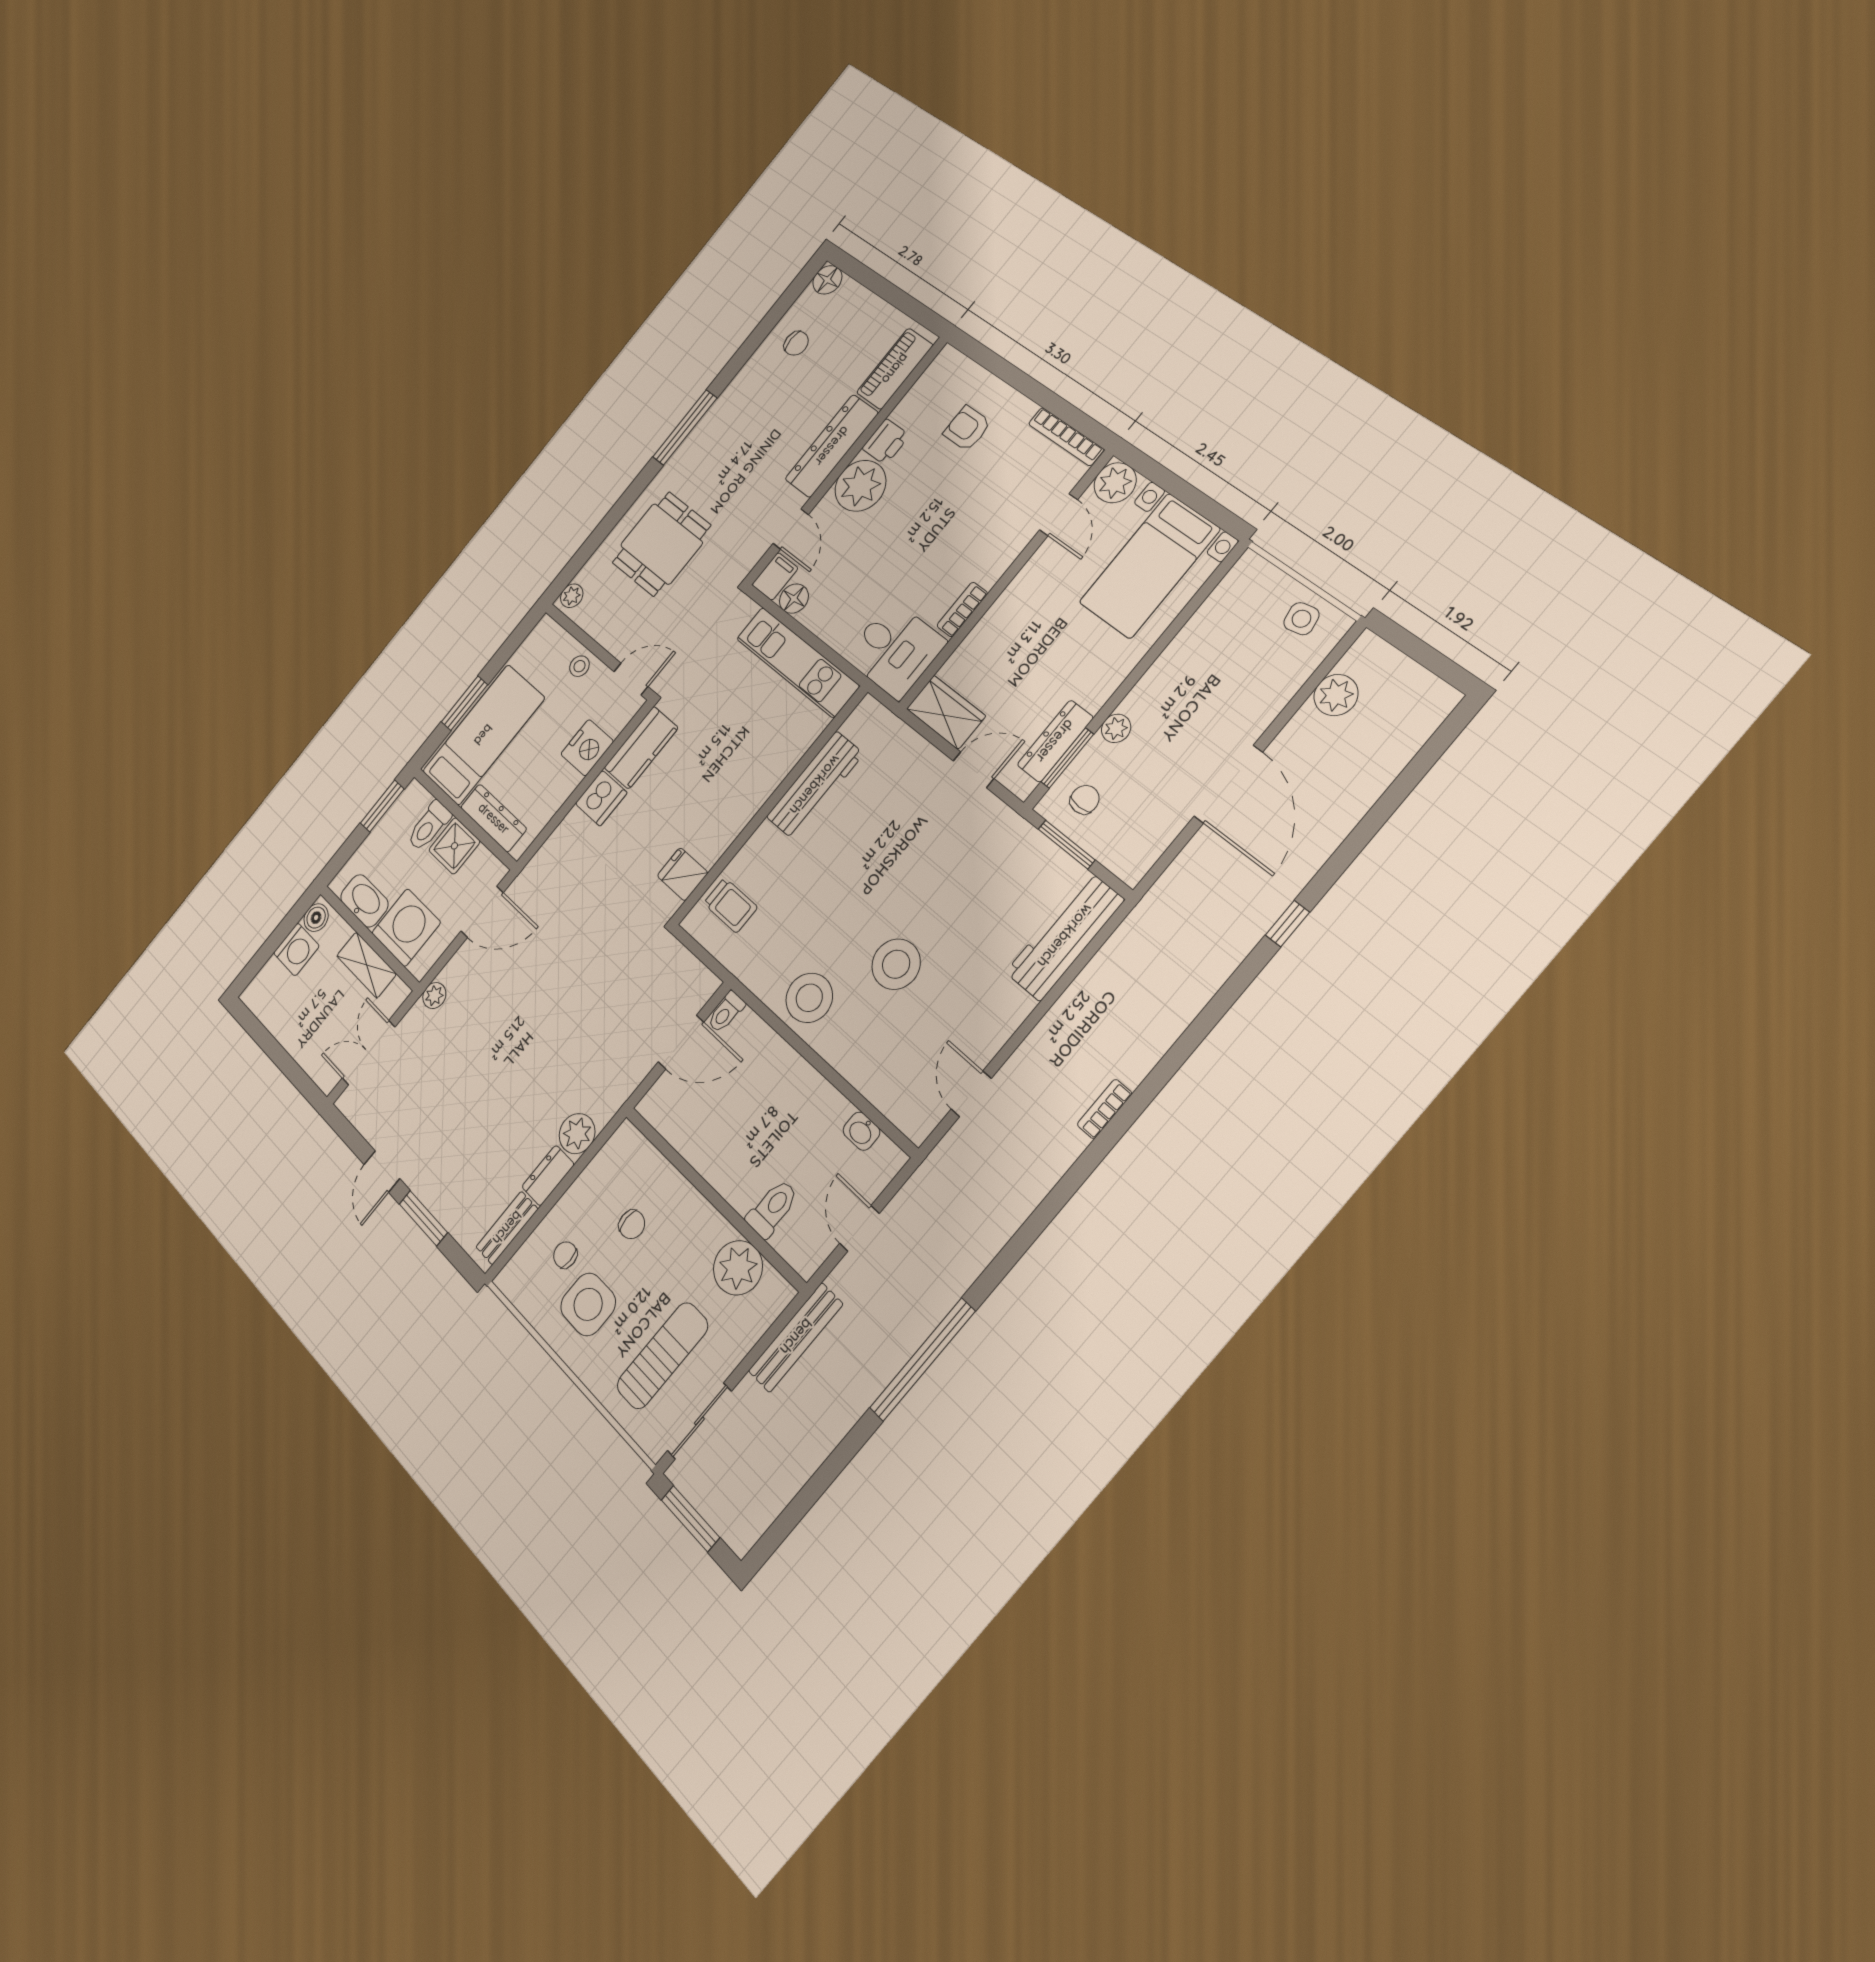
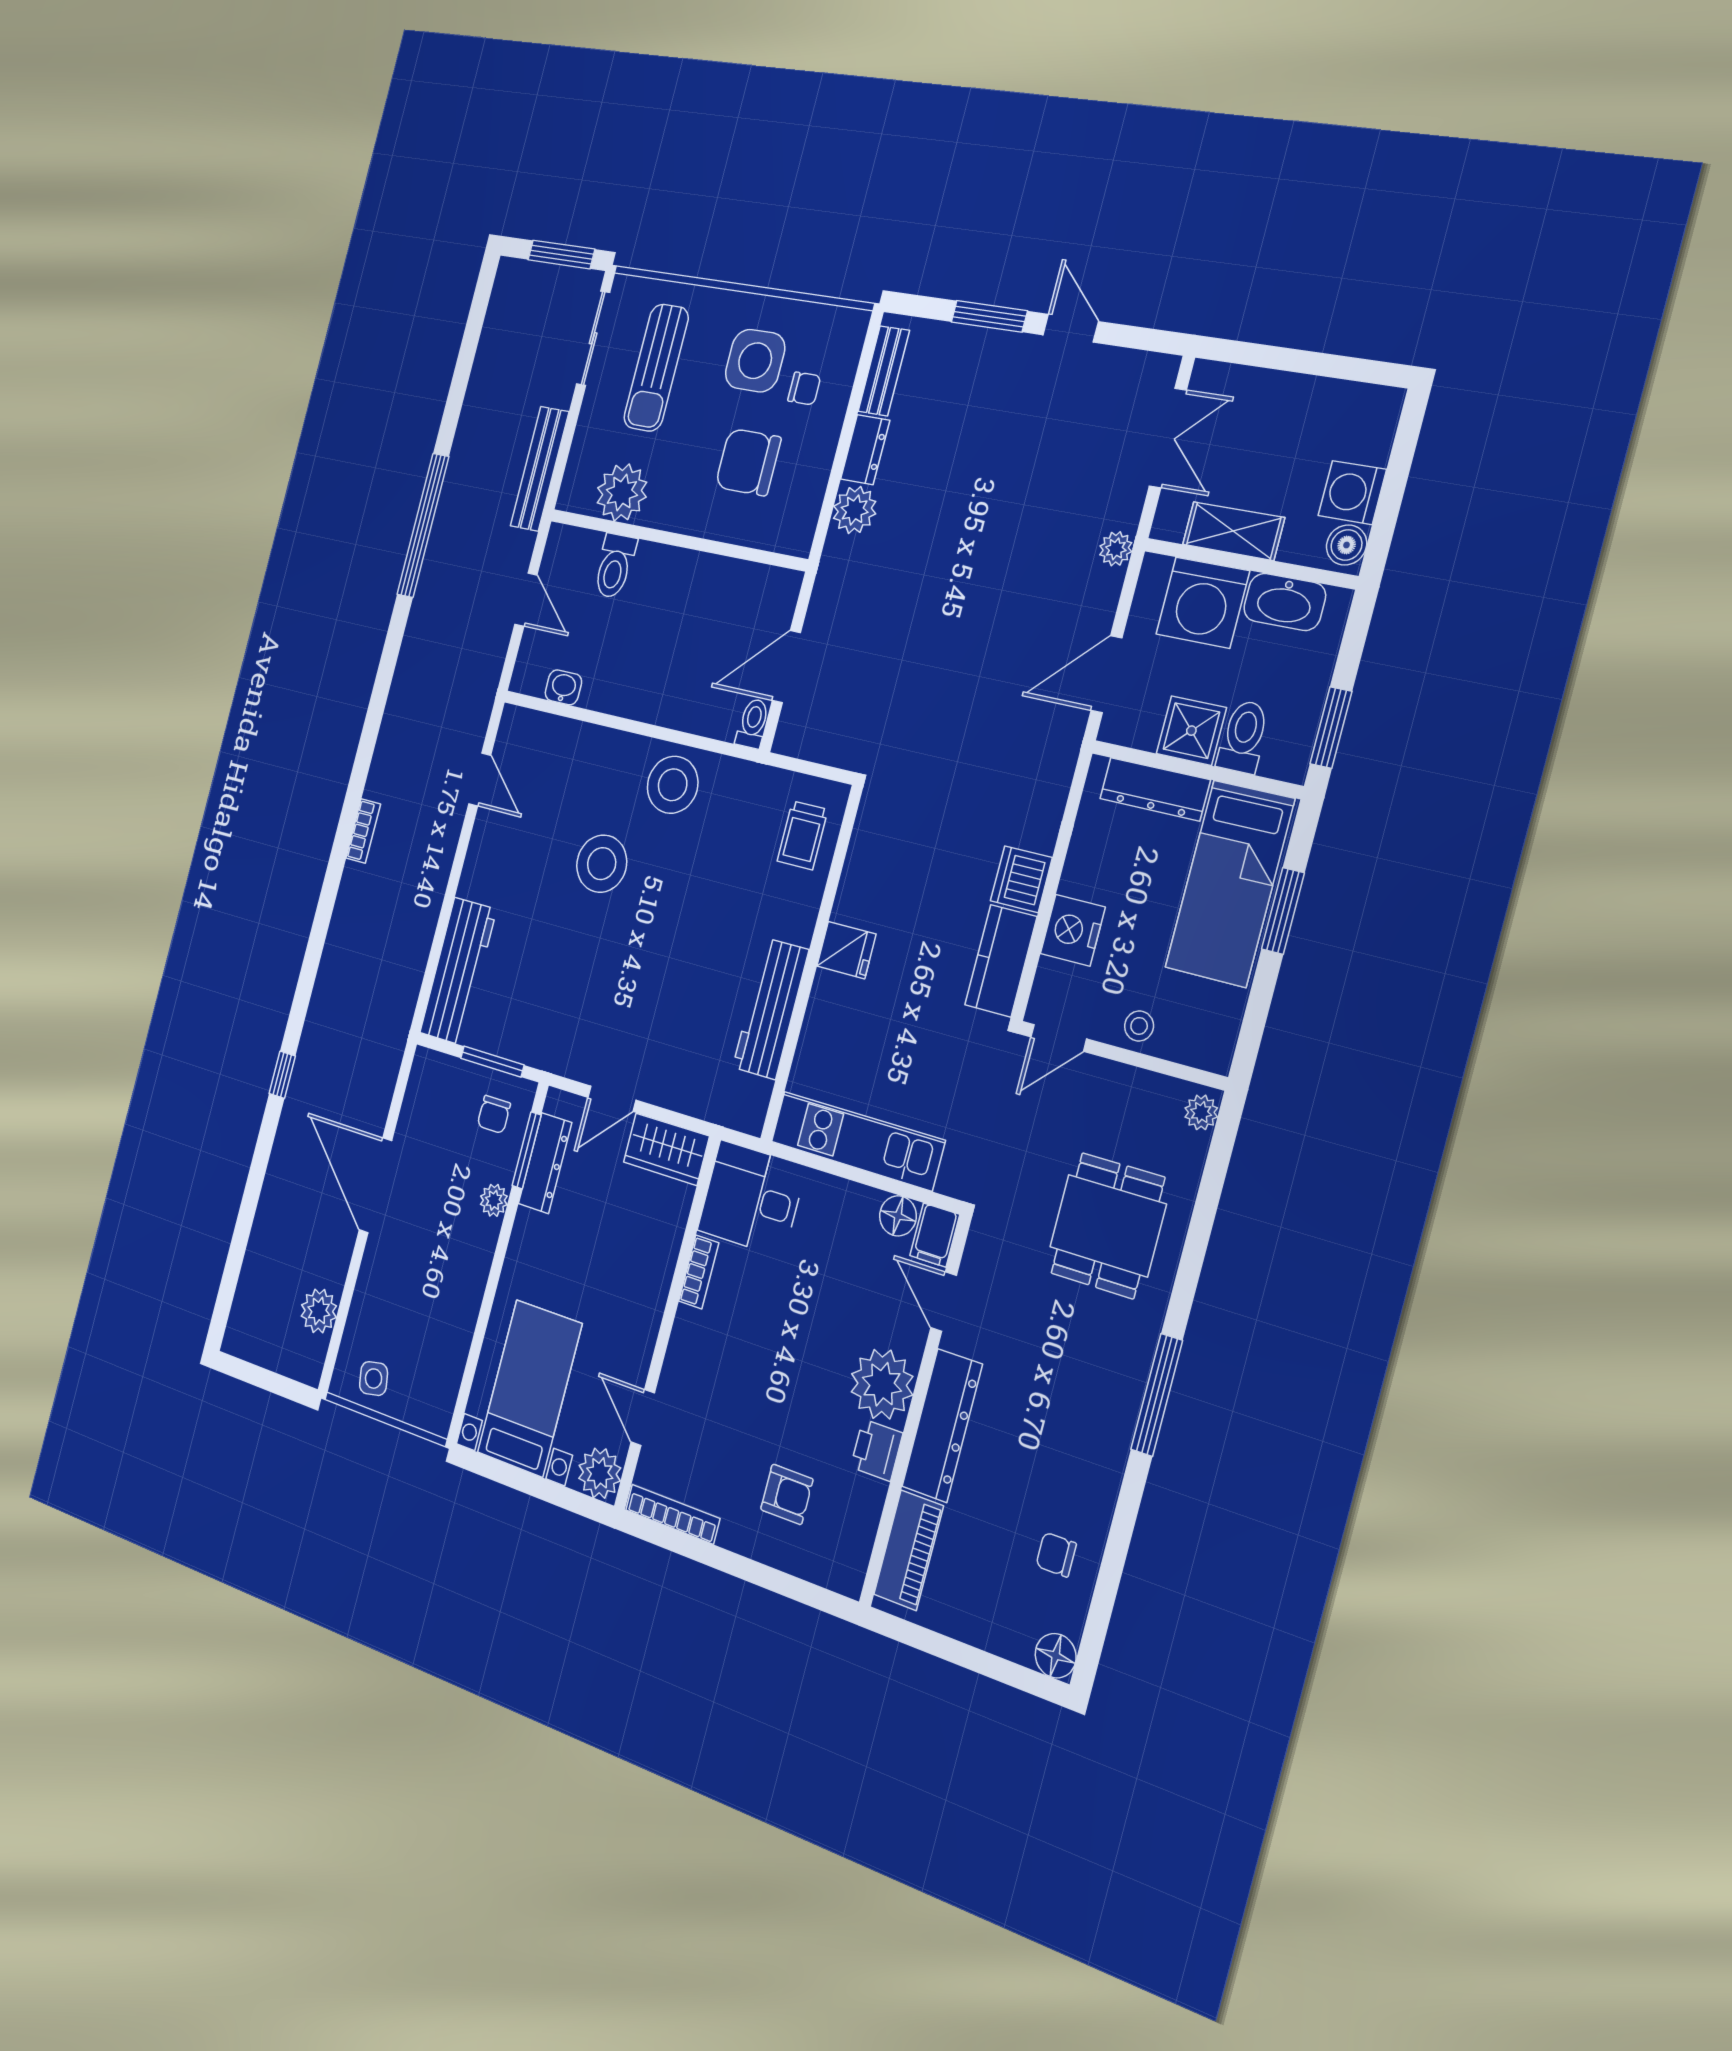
fridge: (683, 874) -> (846, 950), moved
trolley: (731, 905) -> (802, 835), turned -90
chair: (632, 1224) -> (748, 462), width x1.87, depth x1.87

